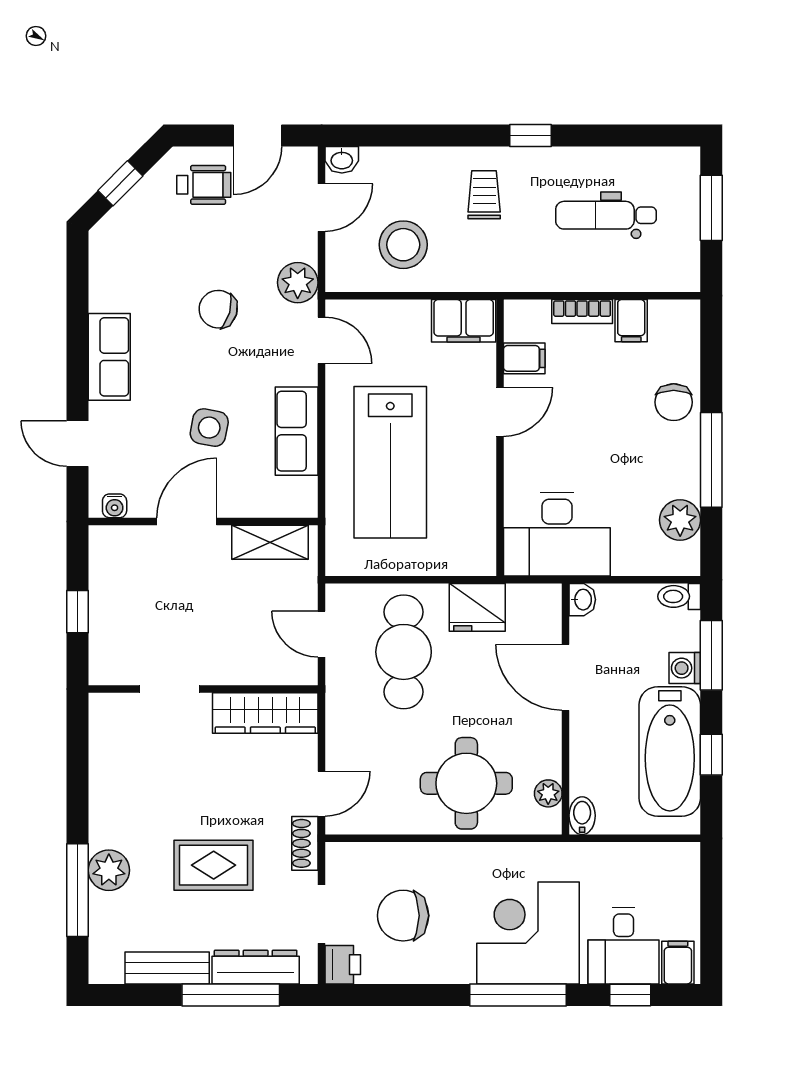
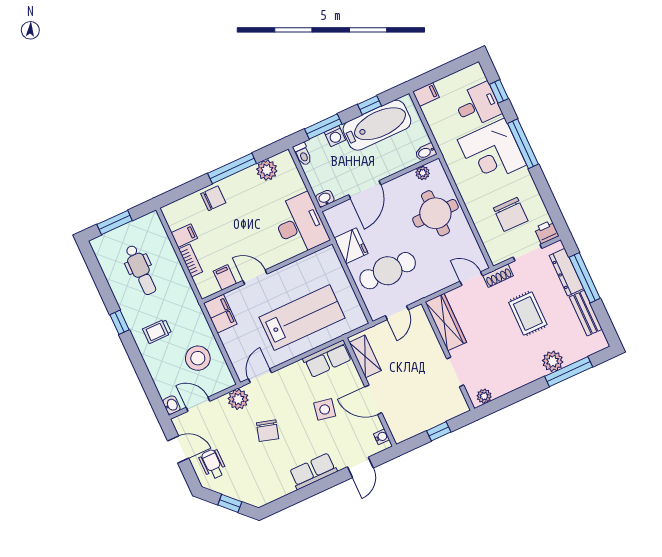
row of seats: (297, 431) -> (327, 359), moved
plant: (103, 721) -> (484, 396), added
filing cabinet: (678, 963) -> (426, 94), moved, turned 180

